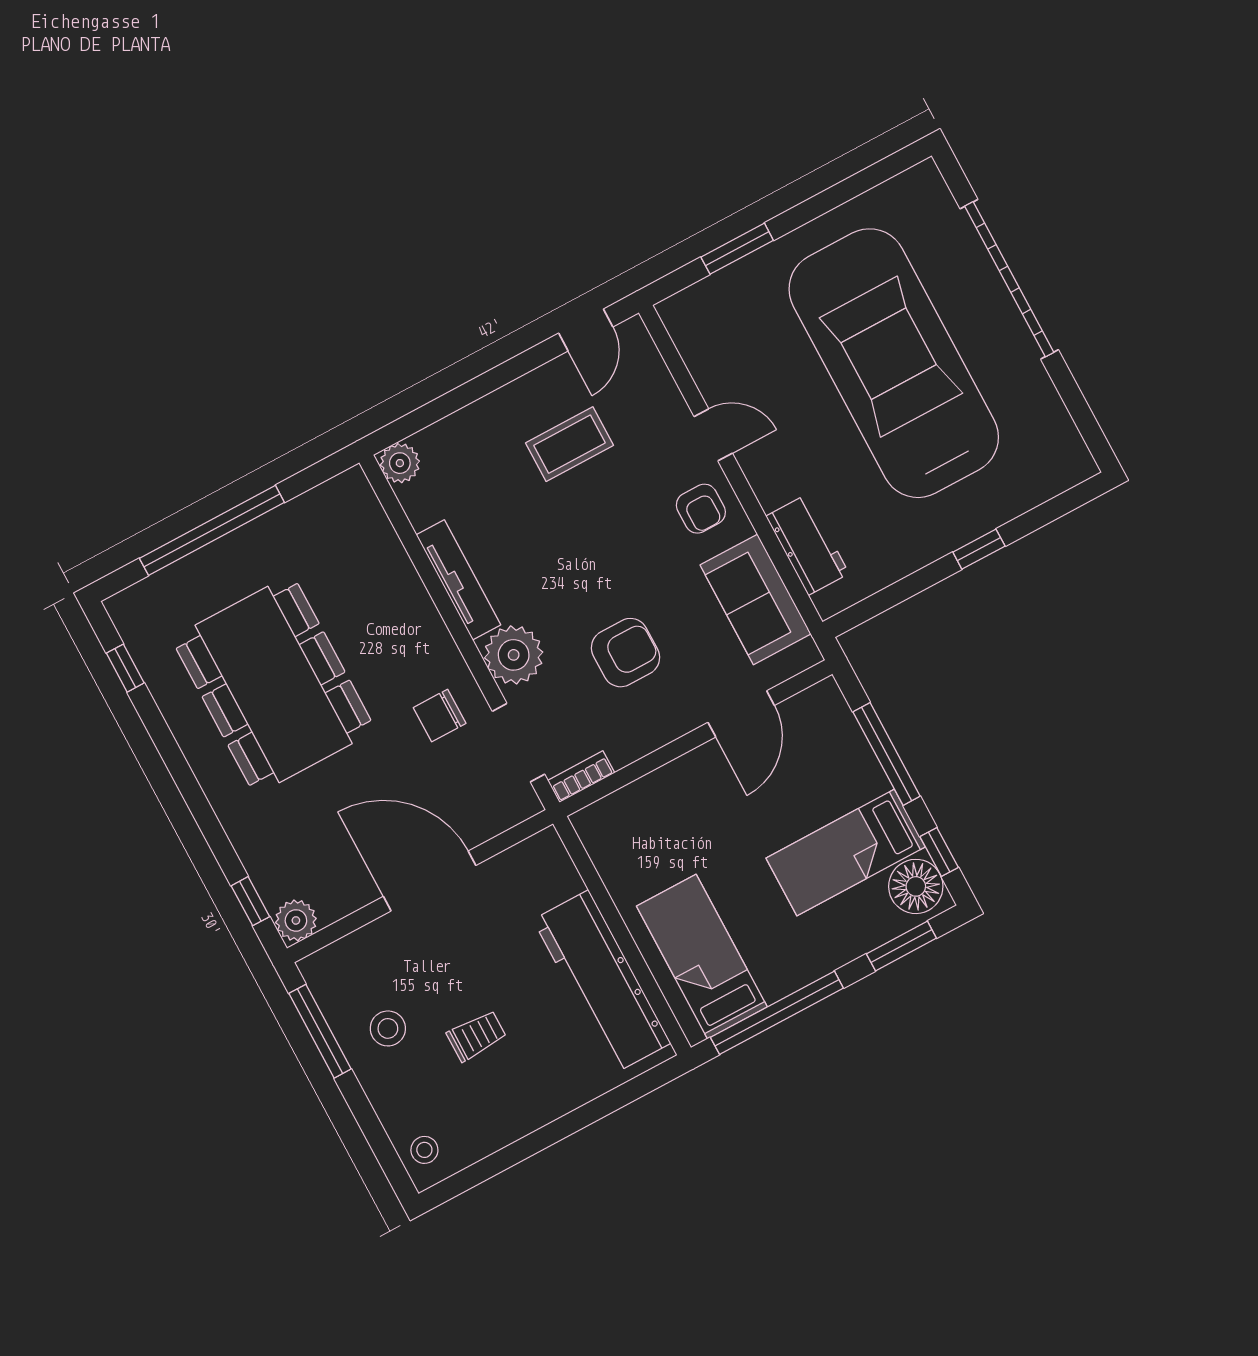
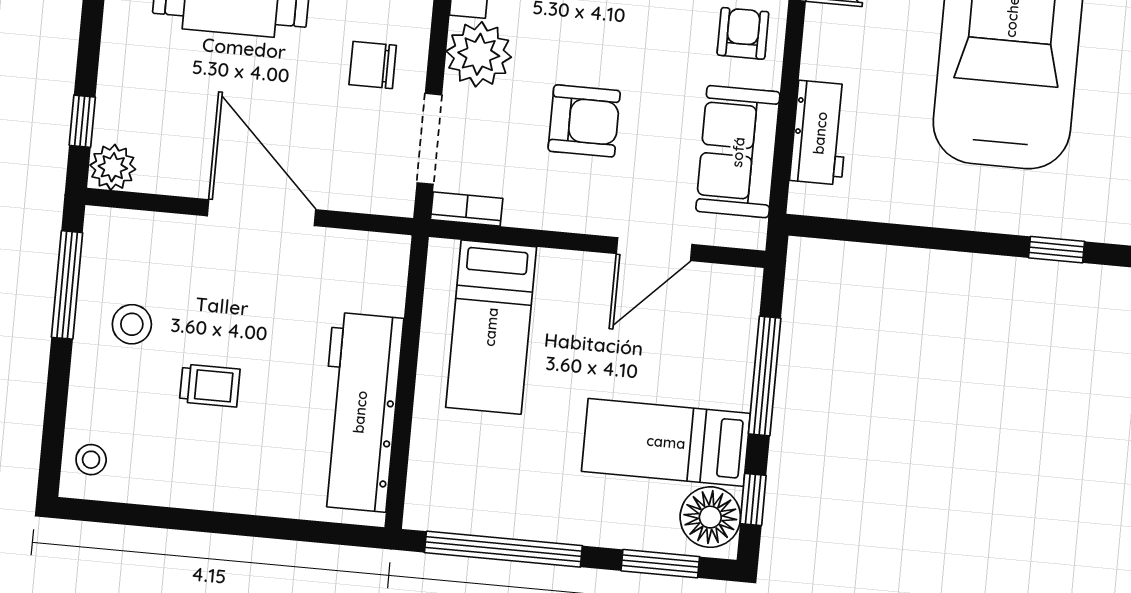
armchair: (701, 509) -> (743, 33), turned 180
window: (979, 549) -> (1057, 250), moved
bed: (702, 957) -> (491, 327), moved, turned 180

